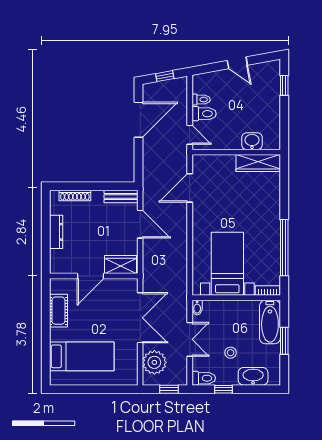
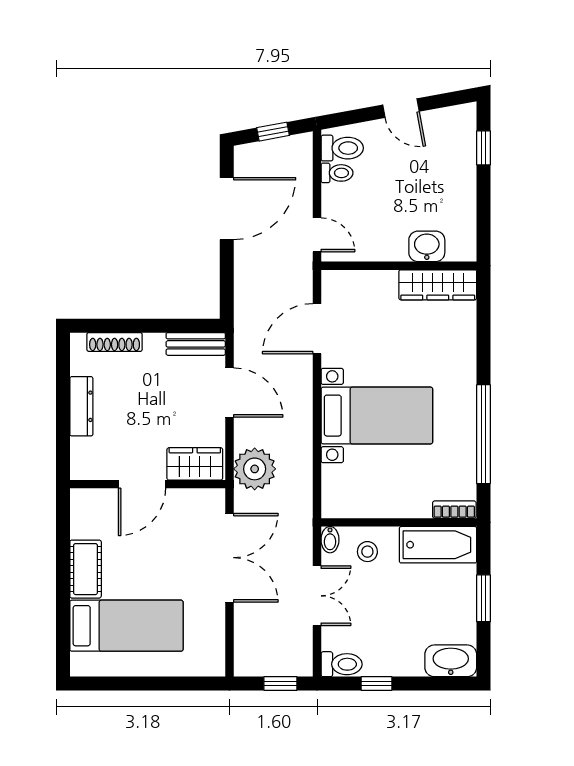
toilet: (204, 114) -> (342, 148), moved
bed with nightstands: (227, 264) -> (377, 416), moved, turned 90
cot: (58, 311) -> (86, 569), moved
bathtub: (270, 322) -> (438, 545), moved, turned -90
stool: (231, 353) -> (367, 552), moved
plant: (154, 362) -> (255, 469), moved
washbasin: (253, 376) -> (451, 661), moved

